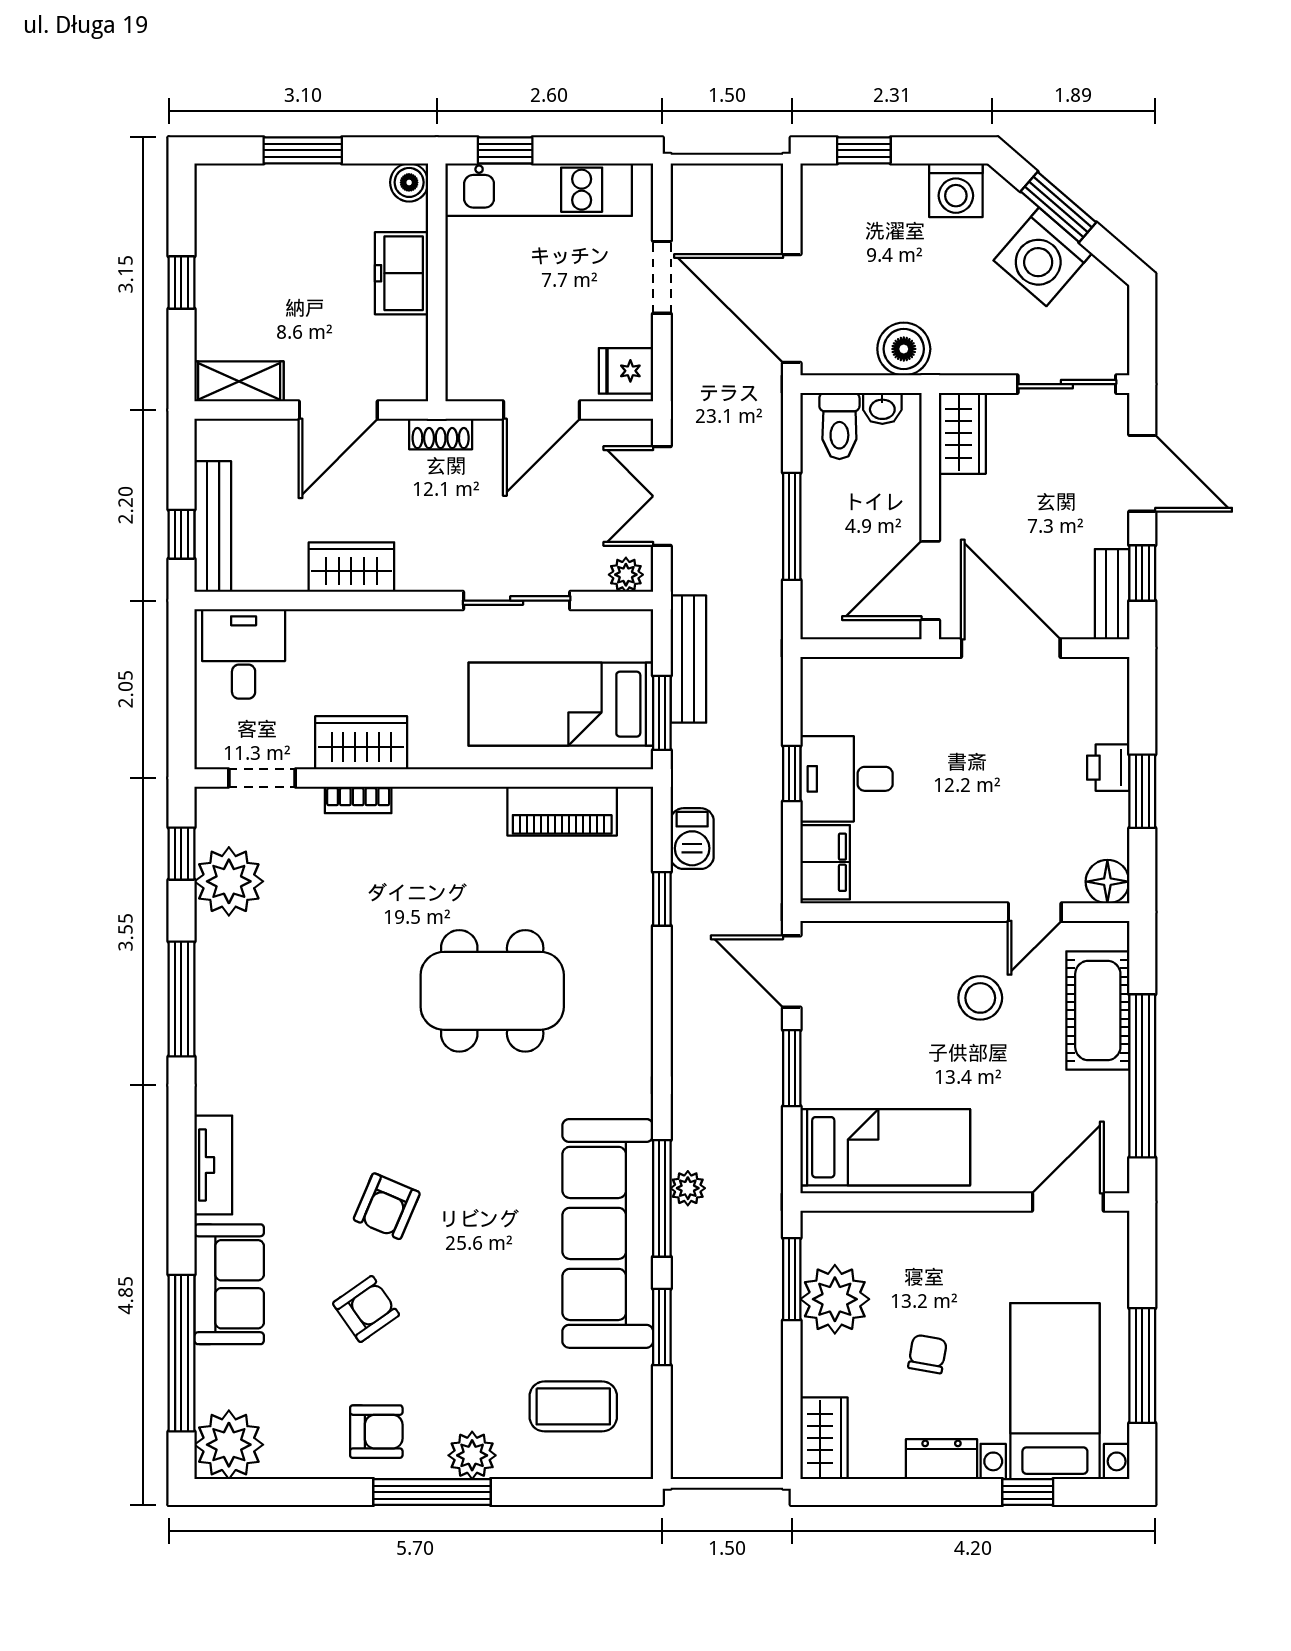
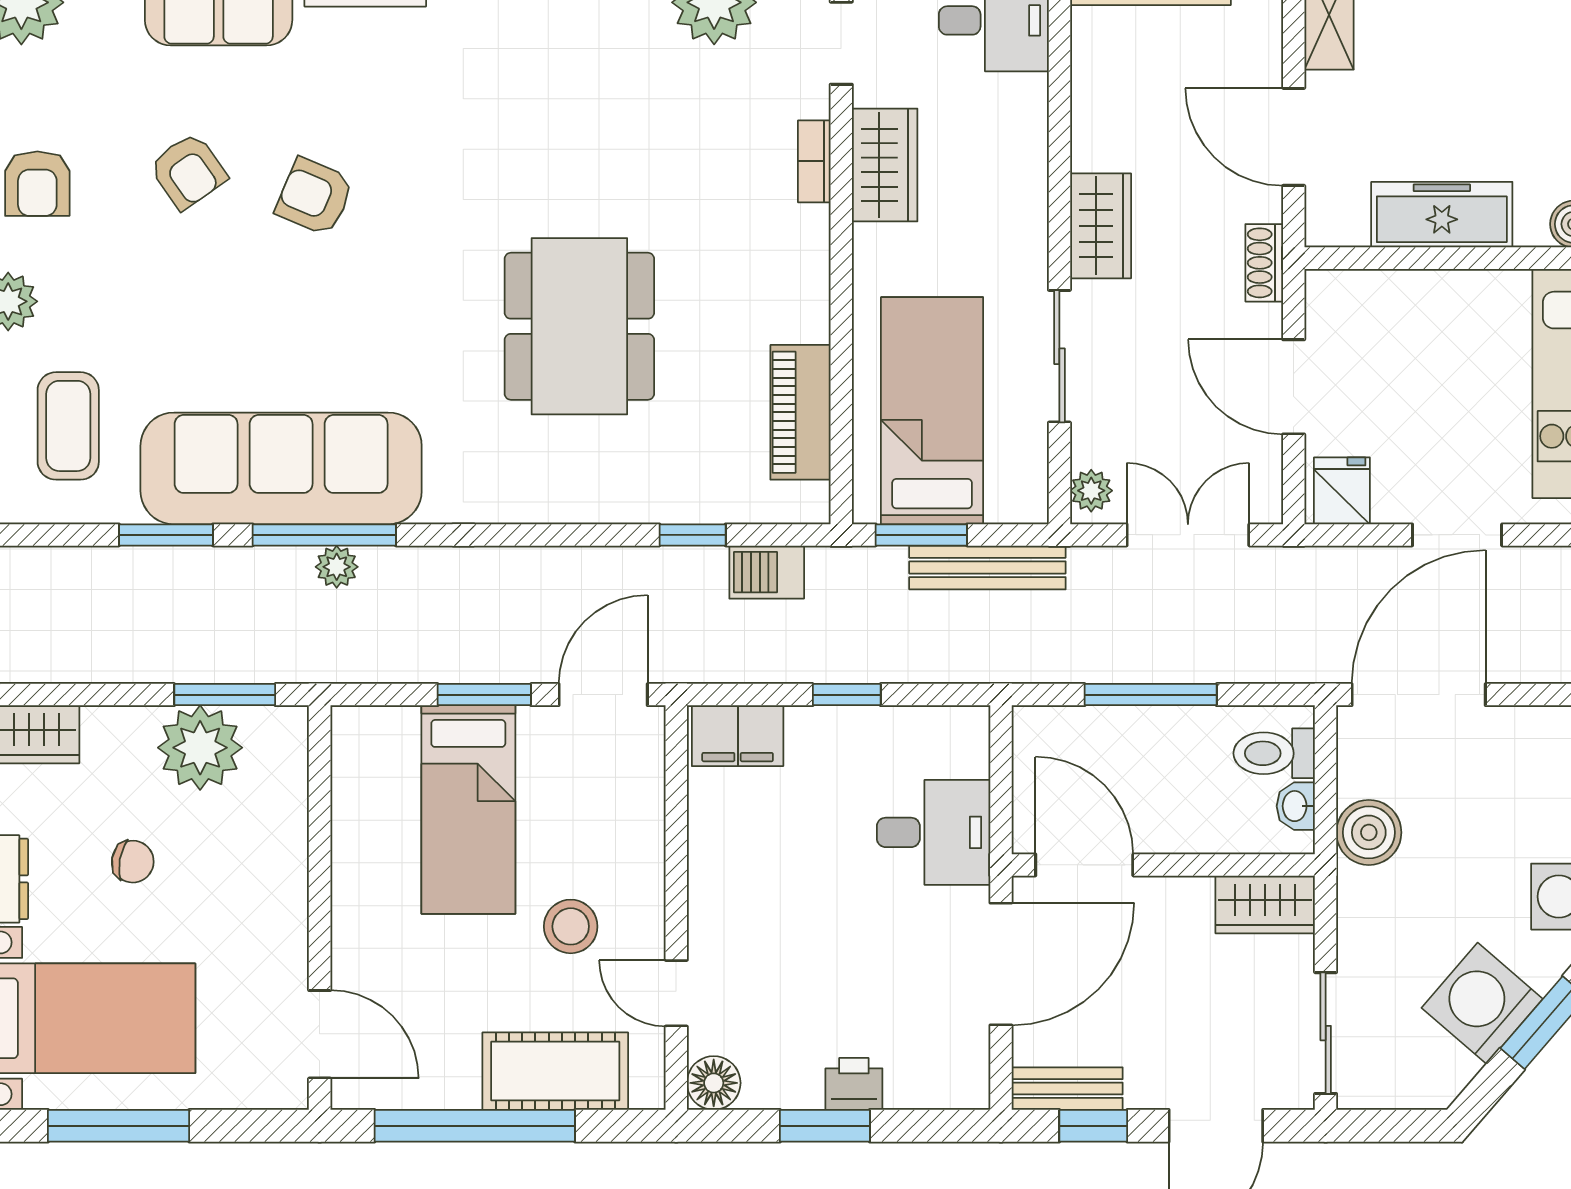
freezer: (401, 273) -> (1442, 215), width x1.40
wardrobe: (351, 567) -> (1101, 226), moved
desk: (846, 779) -> (934, 832), moved, turned 90
bed: (885, 1147) -> (468, 810), moved

